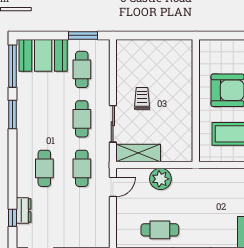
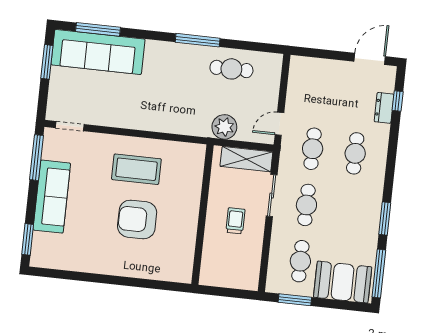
trolley: (142, 98) -> (235, 221), turned 180
wall: (196, 101) -> (202, 215), moved

